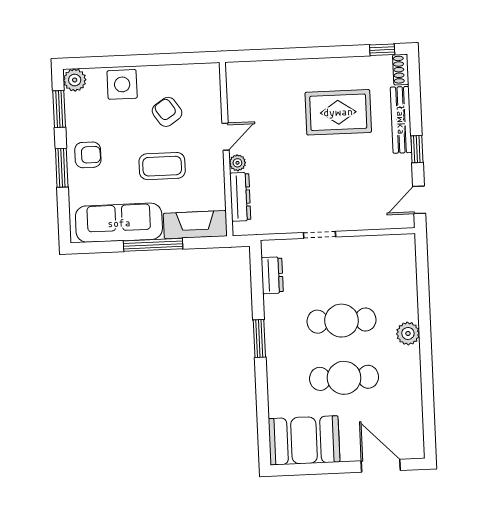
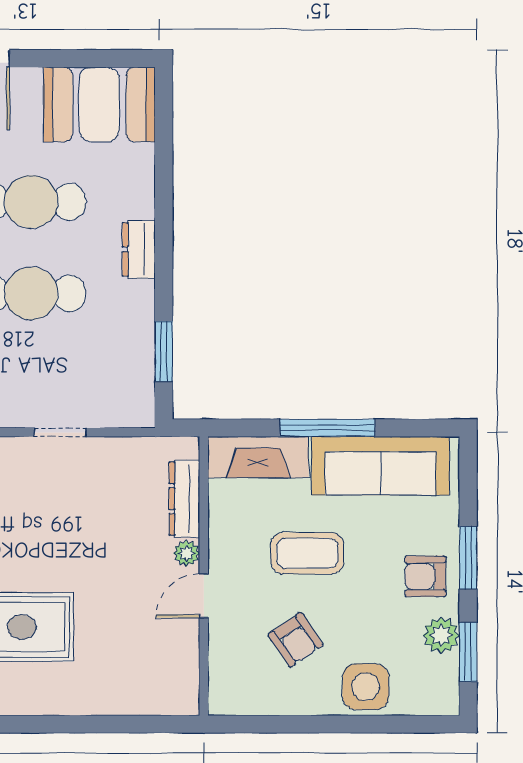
plant: (75, 80) -> (441, 635), moved
dresser: (272, 275) -> (139, 249), moved
window: (259, 339) -> (164, 351), moved

